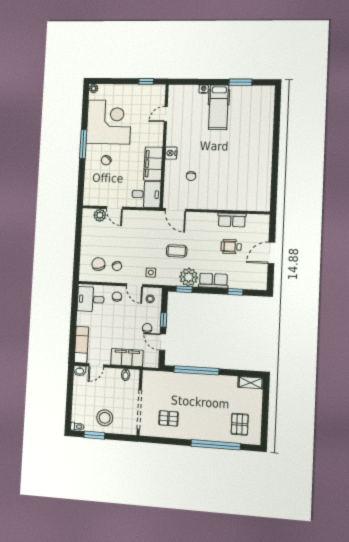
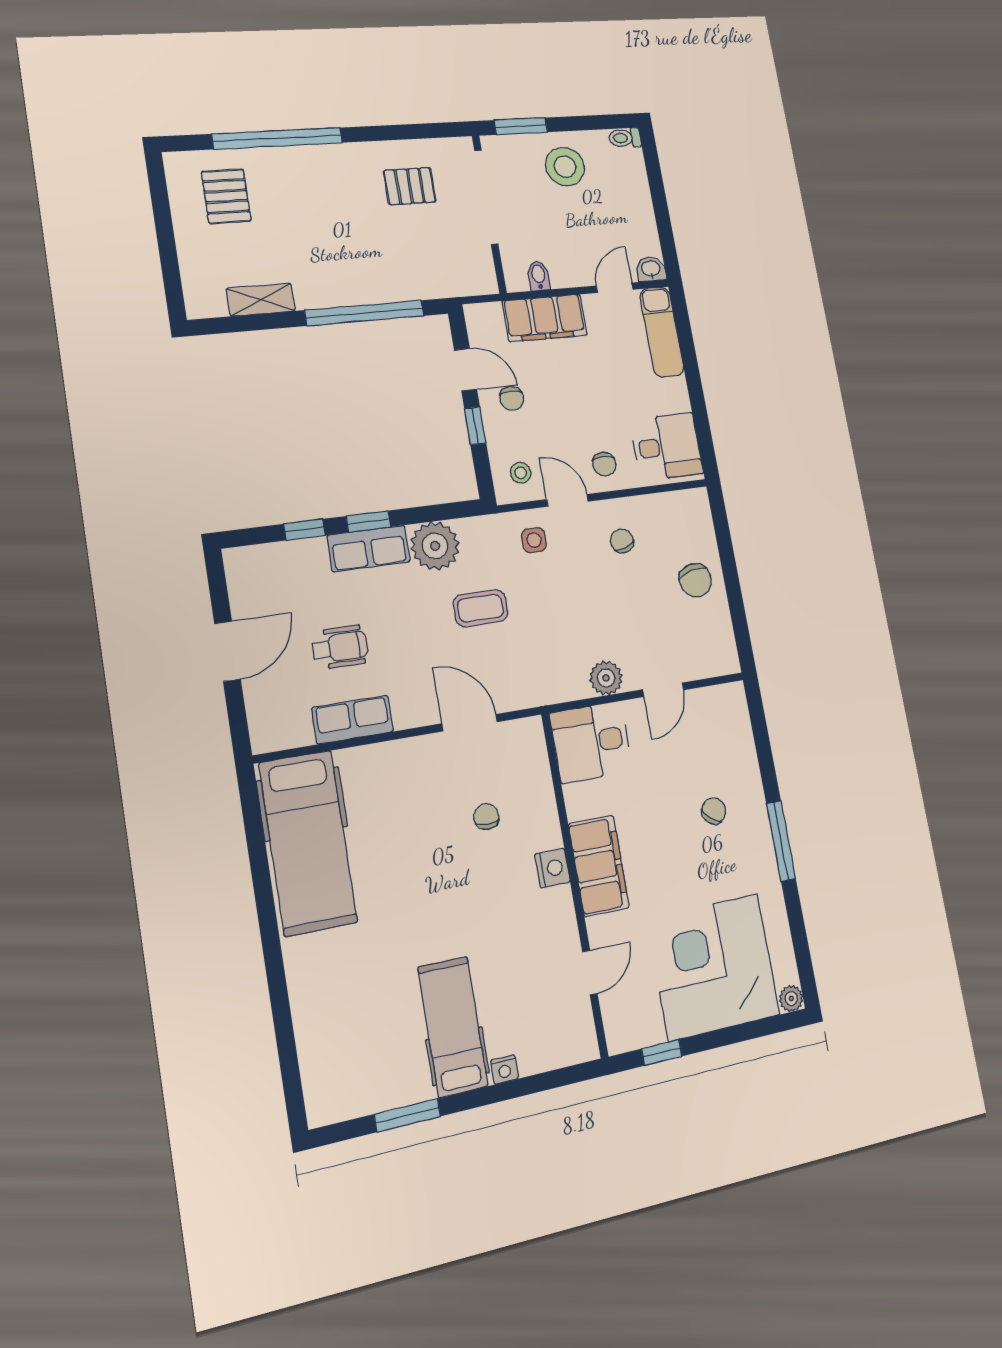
corner desk: (109, 122) -> (714, 967), moved, turned 90
filing cabinet: (153, 164) -> (599, 866), moved
hospital bed: (256, 180) -> (308, 843), added
door: (115, 208) -> (663, 690), swing flipped
door: (175, 210) -> (470, 723), moved
plant: (100, 215) -> (606, 678), moved
chair: (98, 264) -> (696, 580), moved
window: (184, 289) -> (368, 521), moved
shelving: (251, 383) -> (261, 300), moved
window: (94, 435) -> (521, 126), moved

